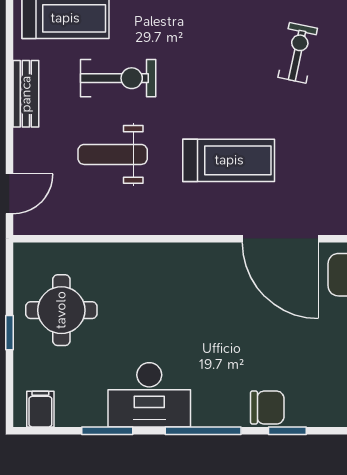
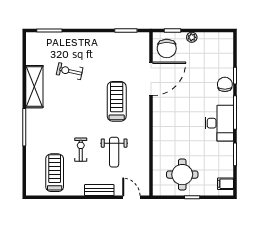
exercise bike: (118, 78) -> (81, 150), width x0.73, depth x0.72
bench: (26, 94) -> (99, 190), moved
desk: (149, 395) -> (219, 123), moved

